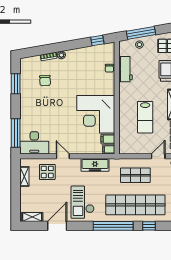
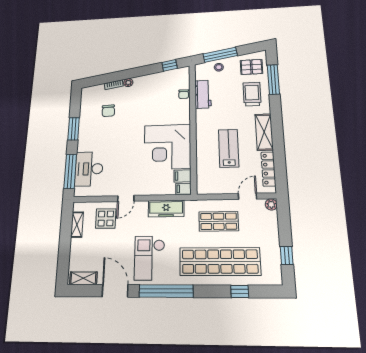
window: (16, 84) -> (73, 129), moved
lab bench: (145, 117) -> (229, 148), turned 180
desk: (34, 143) -> (89, 169), moved, turned 90
door: (63, 156) -> (126, 199), swing flipped
door: (57, 226) -> (115, 291), hinge flipped
window: (113, 226) -> (166, 291), moved

